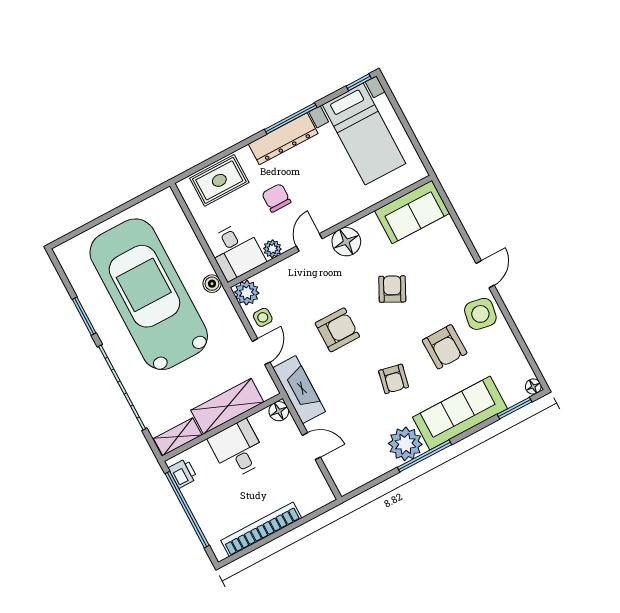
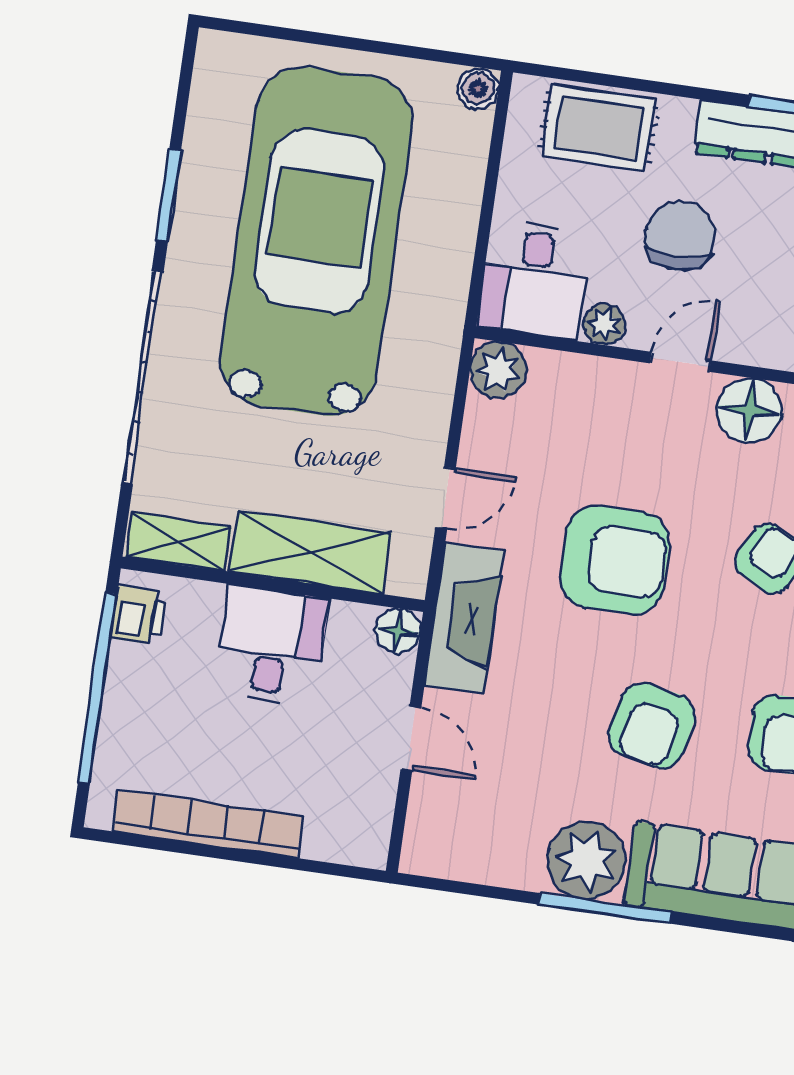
chair: (276, 198) -> (680, 236), width x1.37, depth x1.37
boiler: (212, 284) -> (478, 89), moved
side table: (263, 317) -> (495, 437), removed
armchair: (337, 330) -> (615, 560), width x1.36, depth x1.36
armchair: (394, 379) -> (652, 725), width x1.38, depth x1.38

